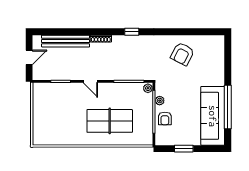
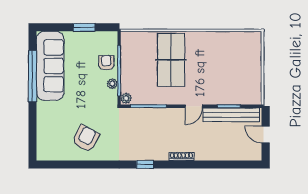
bench: (66, 41) -> (231, 115), moved
door: (29, 57) -> (266, 135), hinge flipped
door: (90, 81) -> (194, 106), swing flipped
table tennis table: (110, 121) -> (171, 60), turned 90

